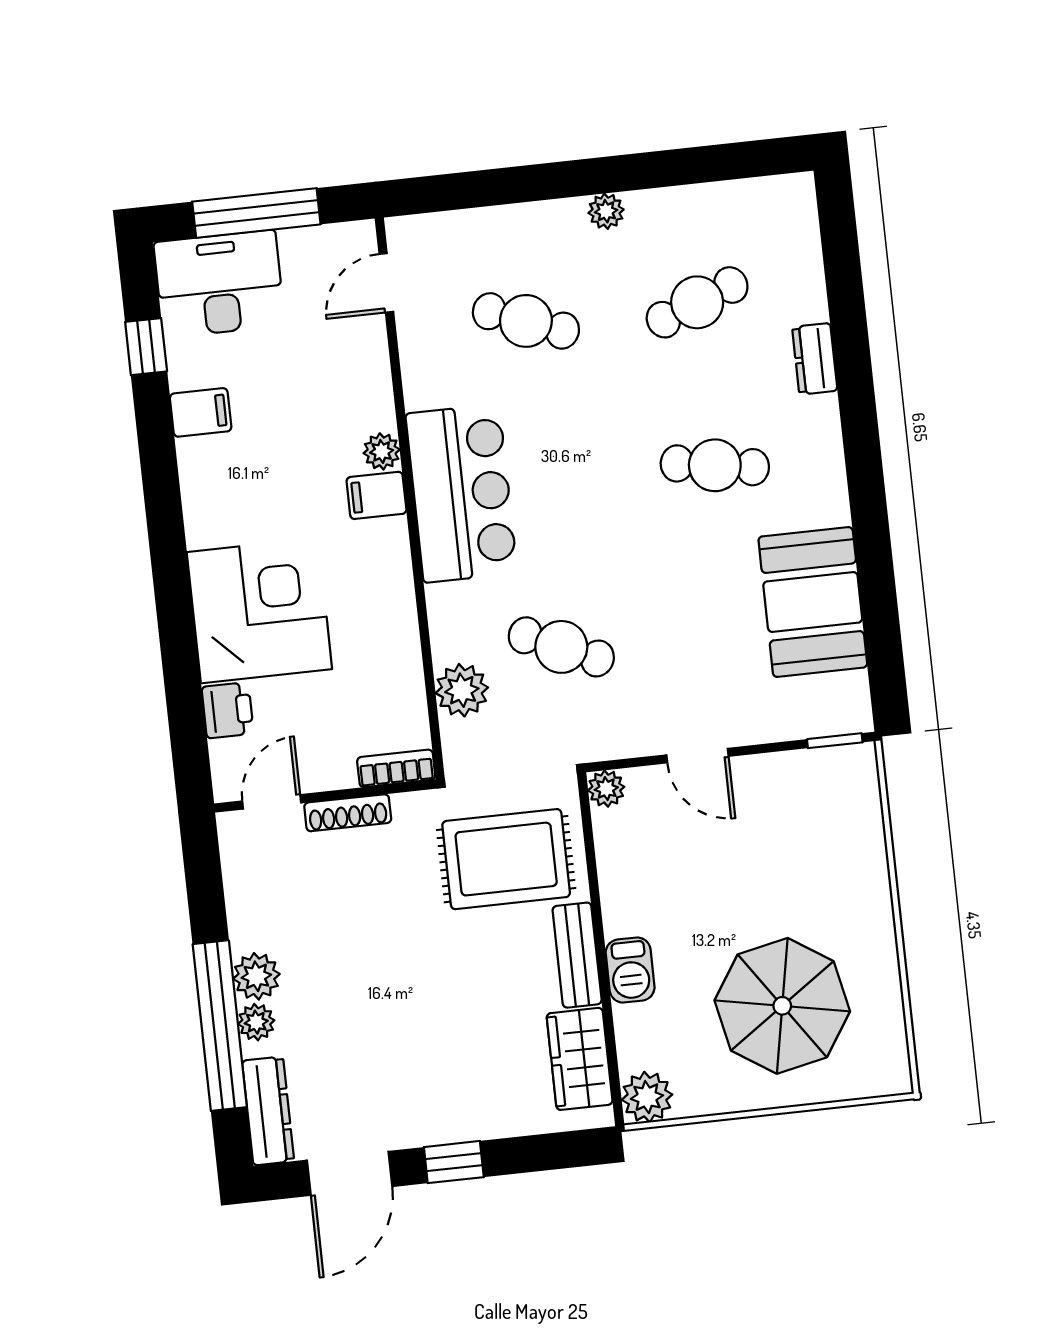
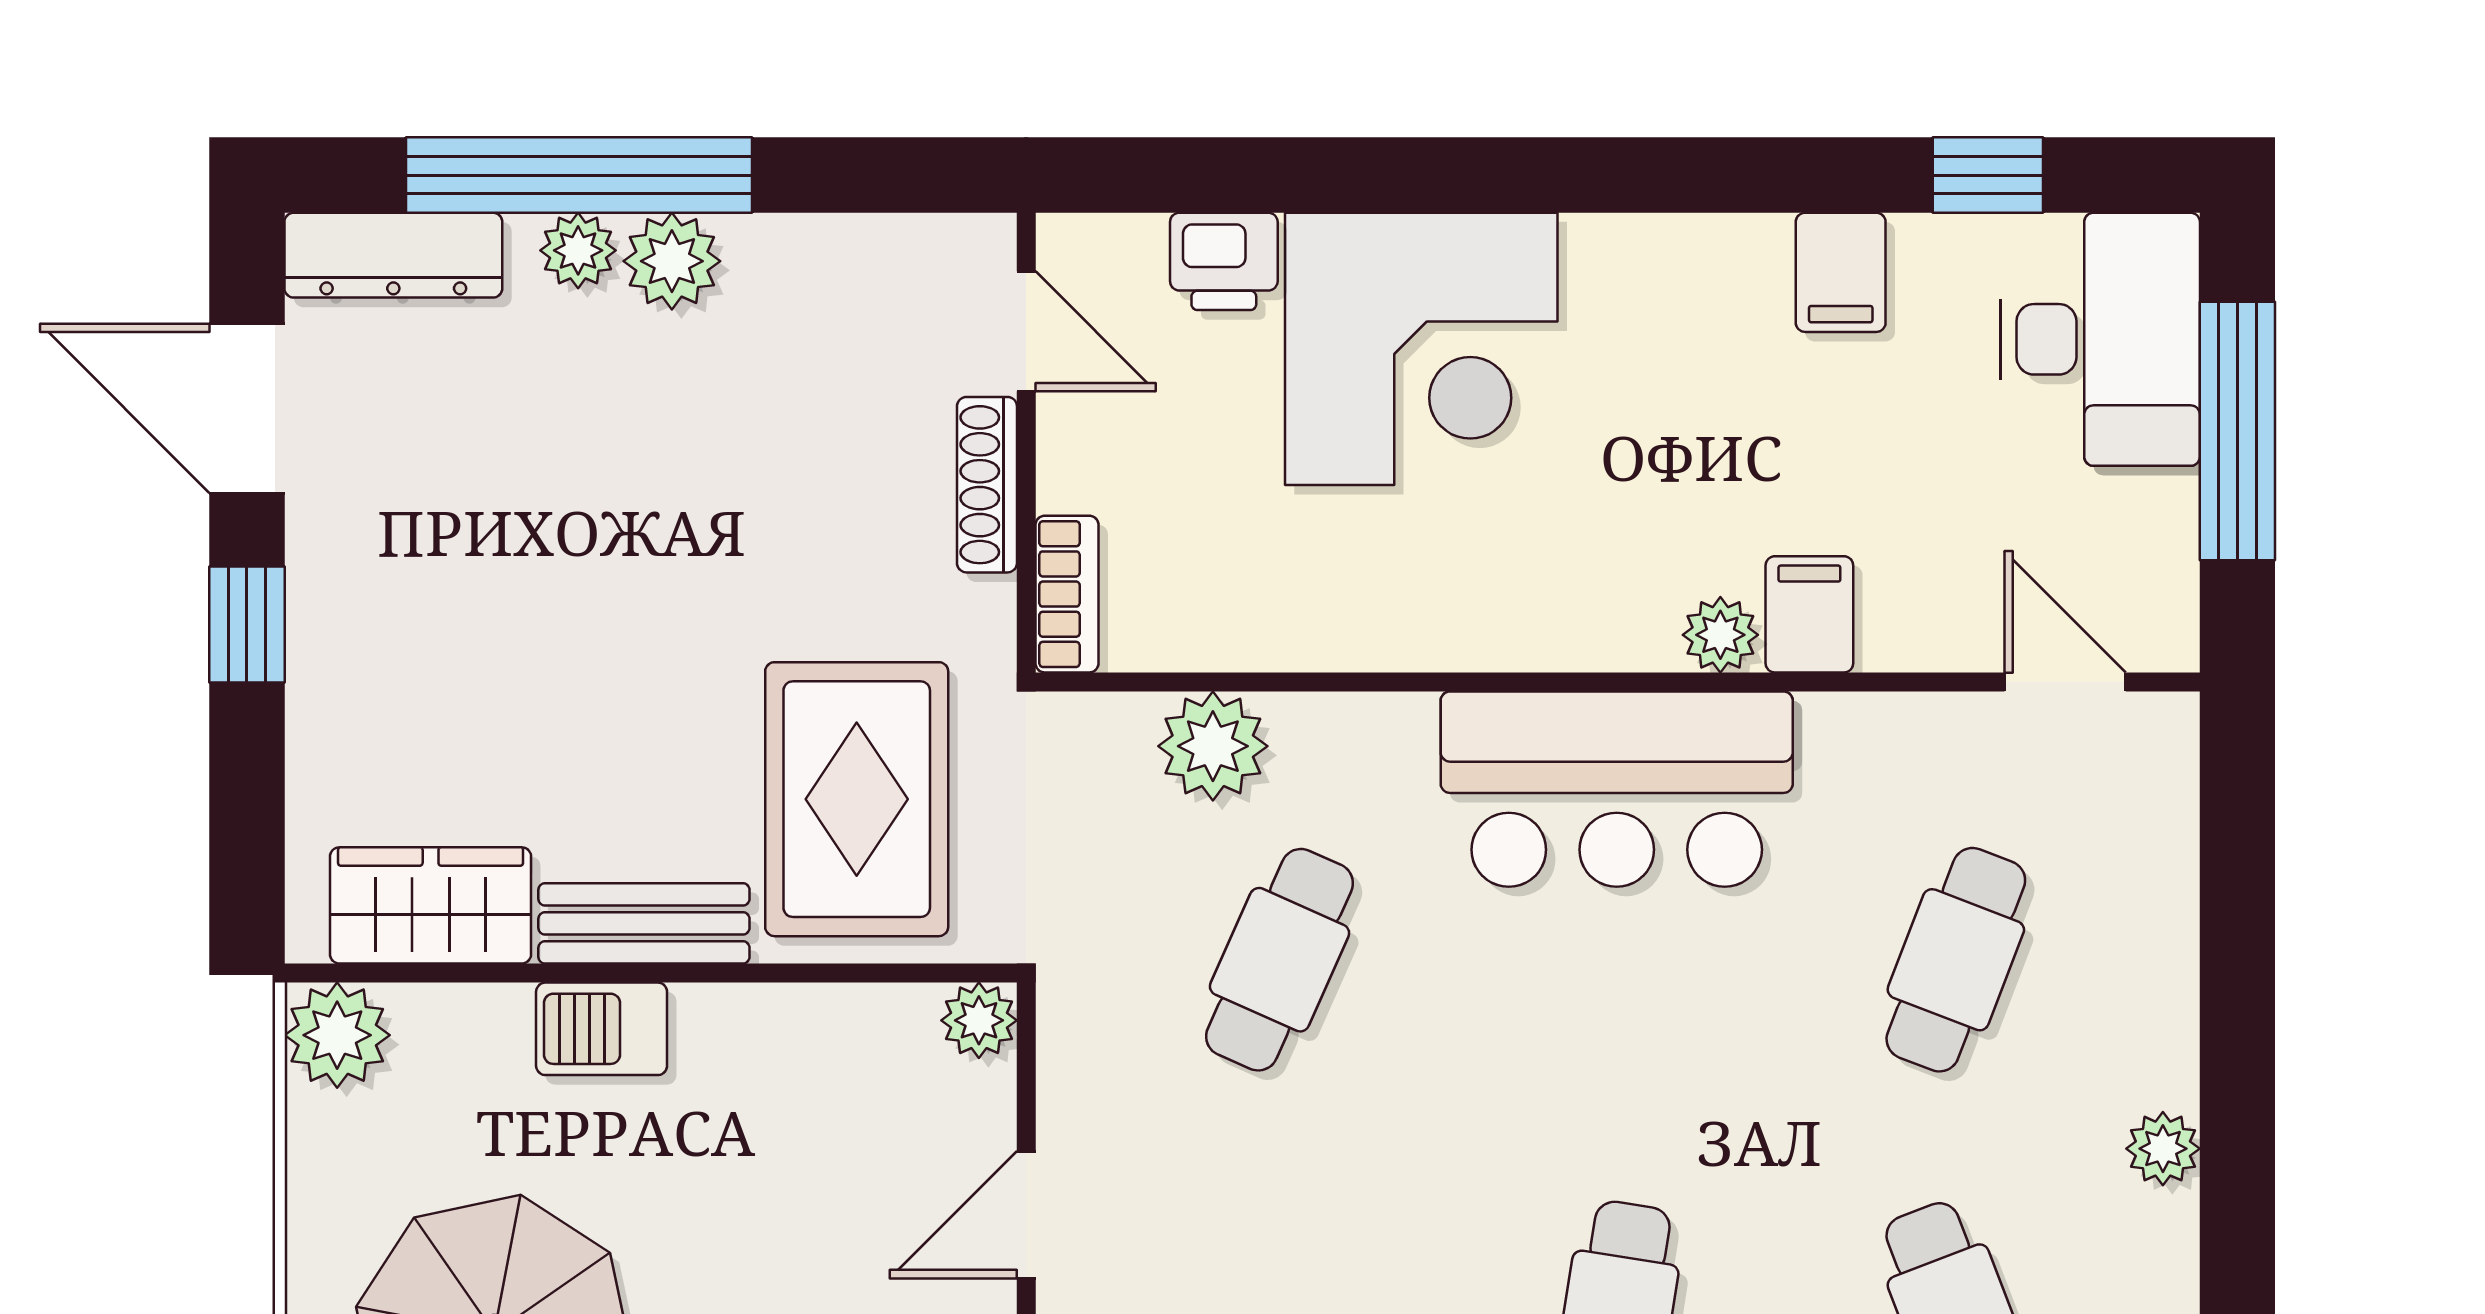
filing cabinet: (376, 495) -> (1809, 614), moved

